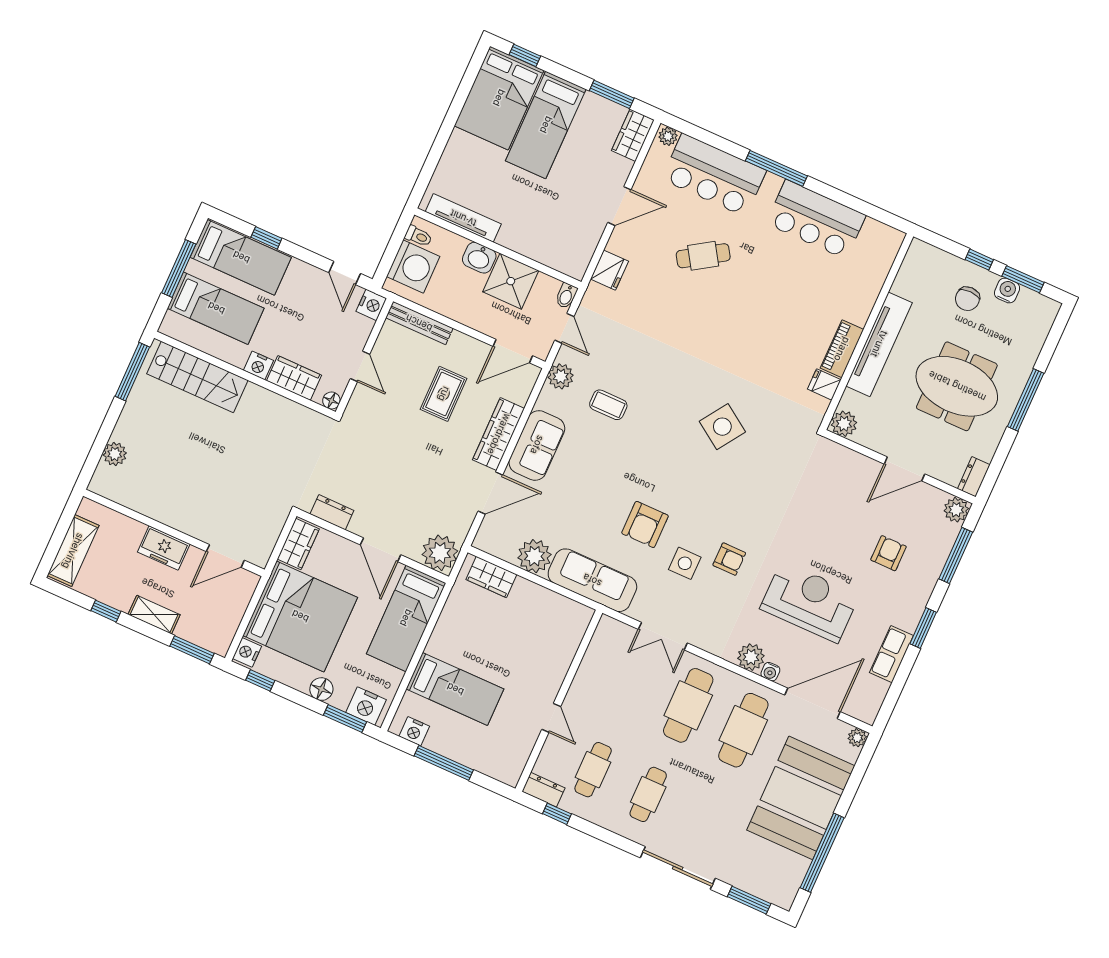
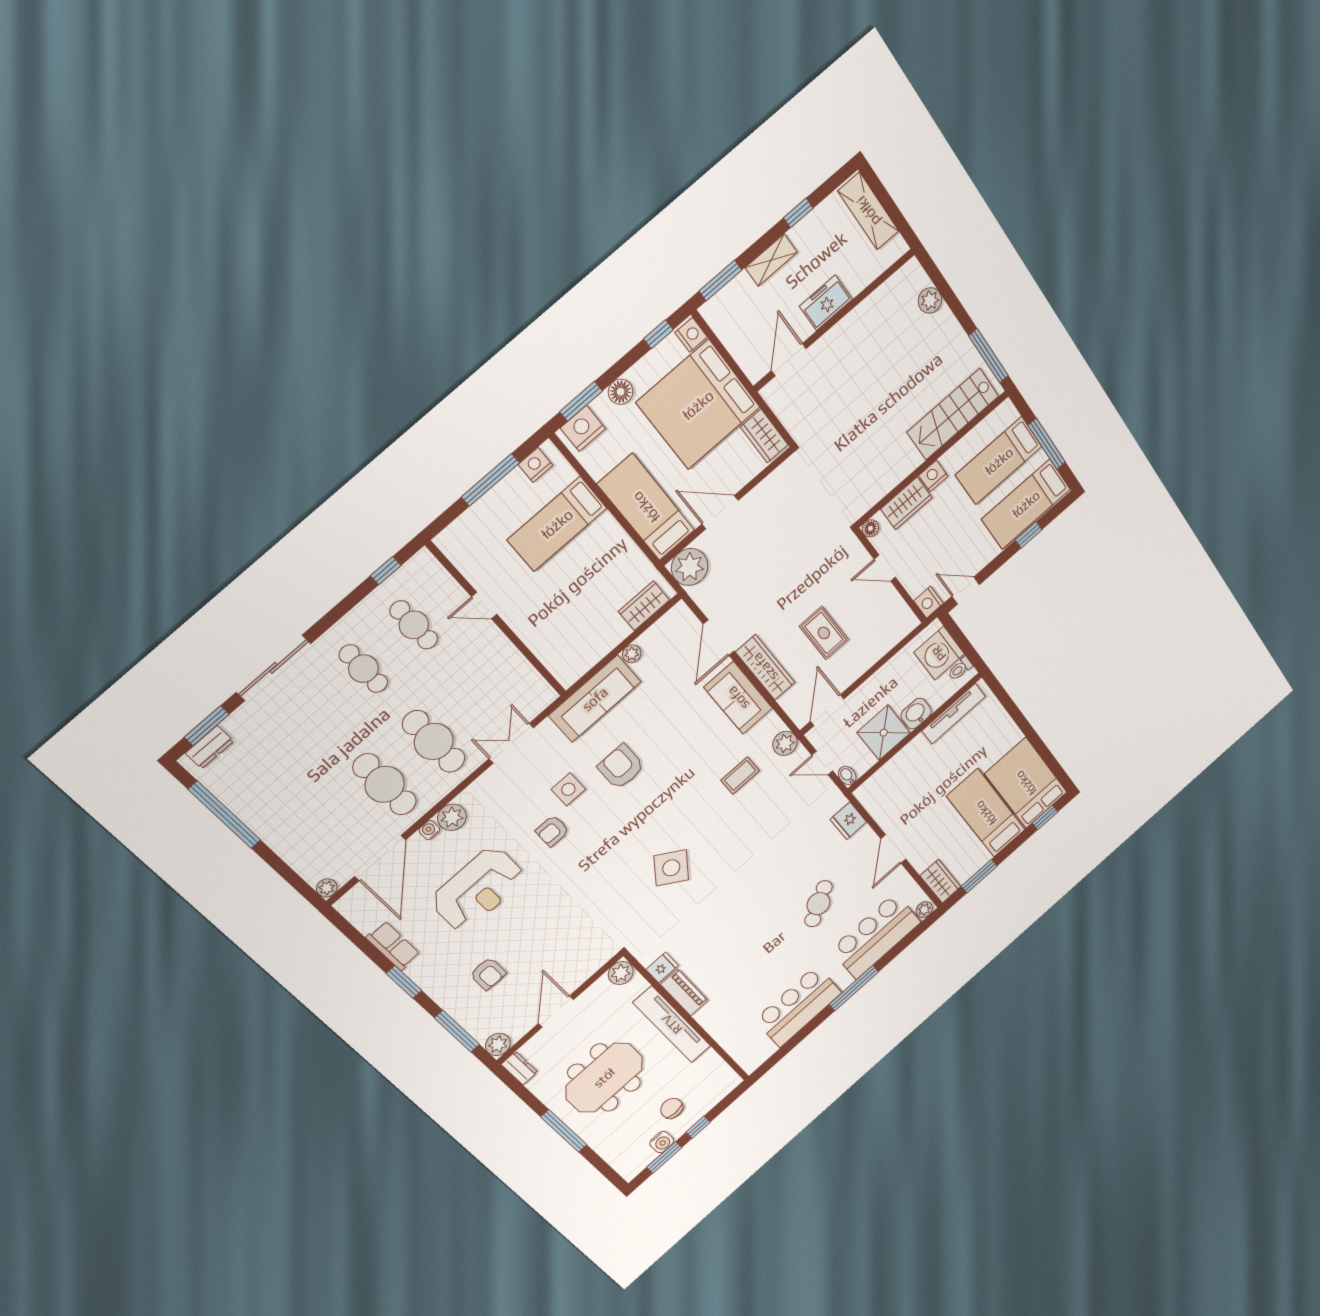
bench: (419, 323) -> (892, 638), removed
dresser: (332, 512) -> (776, 482), removed
plant: (534, 556) -> (632, 654), width x0.53, depth x0.53
dresser: (544, 790) -> (210, 747), moved
booth: (801, 798) -> (291, 814), removed

